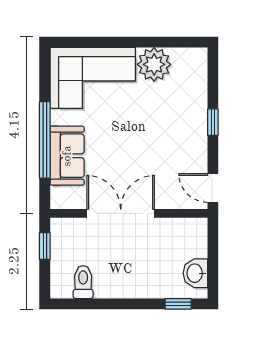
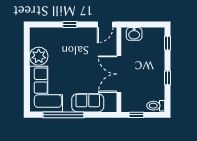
window: (45, 140) -> (63, 115), moved
washbasin: (195, 273) -> (134, 34), moved
toilet: (83, 282) -> (156, 106), moved
window: (114, 304) -> (167, 78), added

